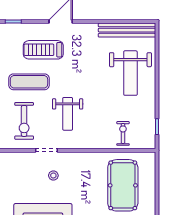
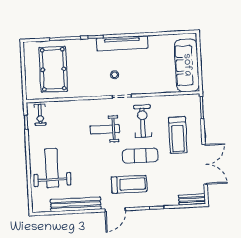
bench: (127, 30) -> (76, 204), moved
weight bench: (68, 114) -> (105, 129), turned -90
exercise bike: (123, 133) -> (40, 115), moved

